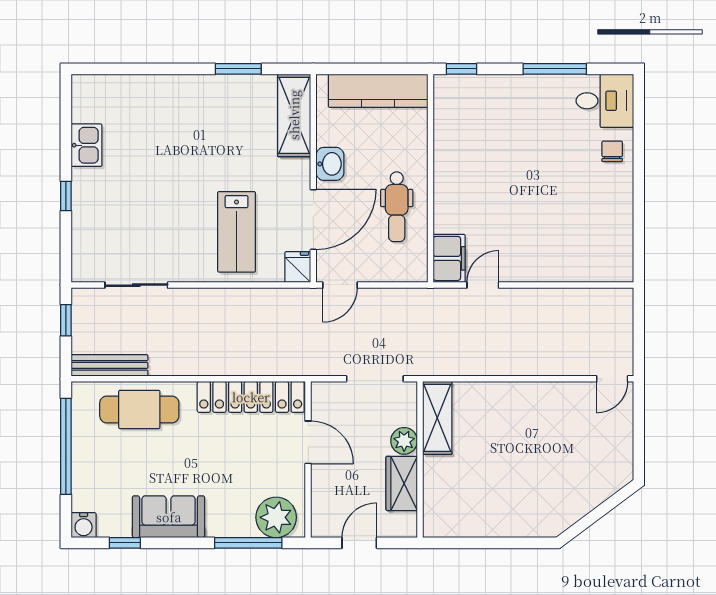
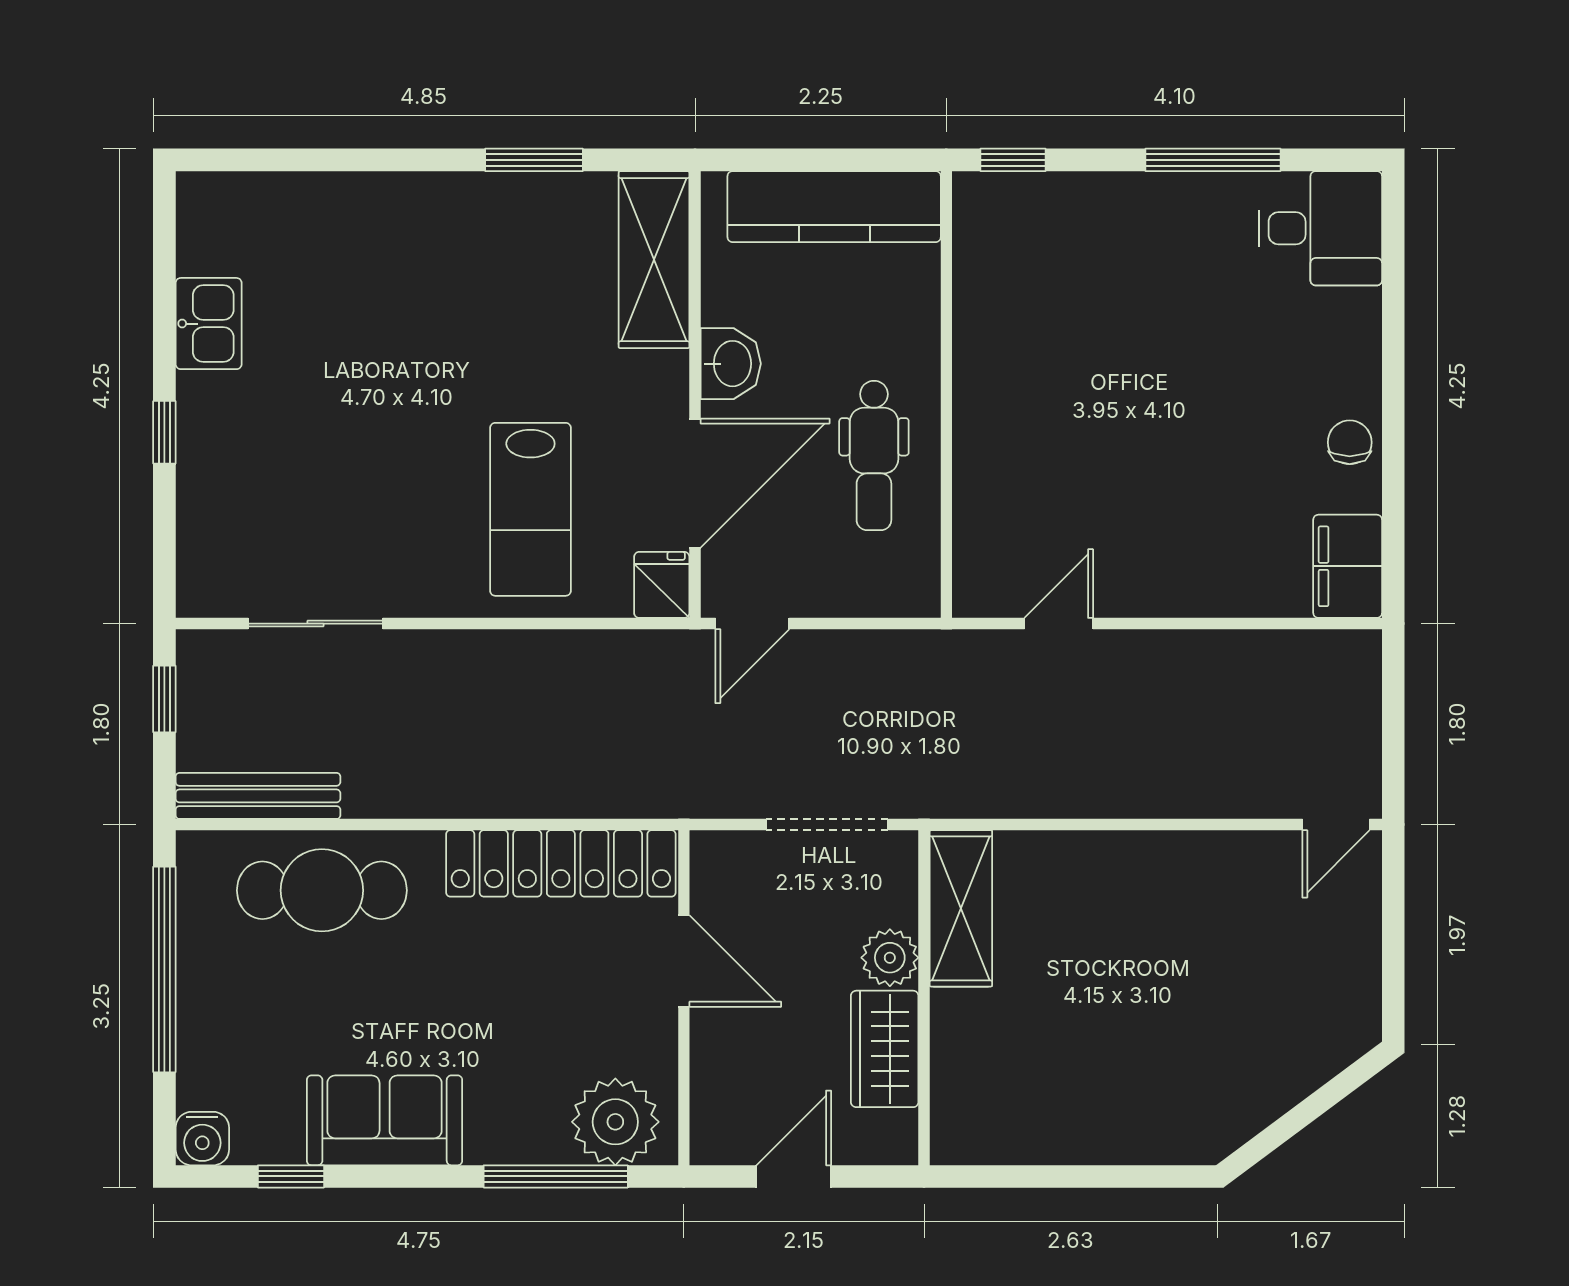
chair: (612, 151) -> (1350, 442), moved
filing cabinet: (449, 258) -> (1348, 566), moved, turned 180

